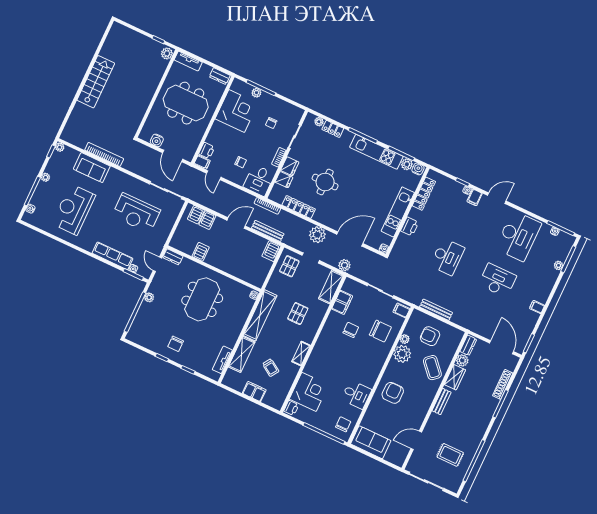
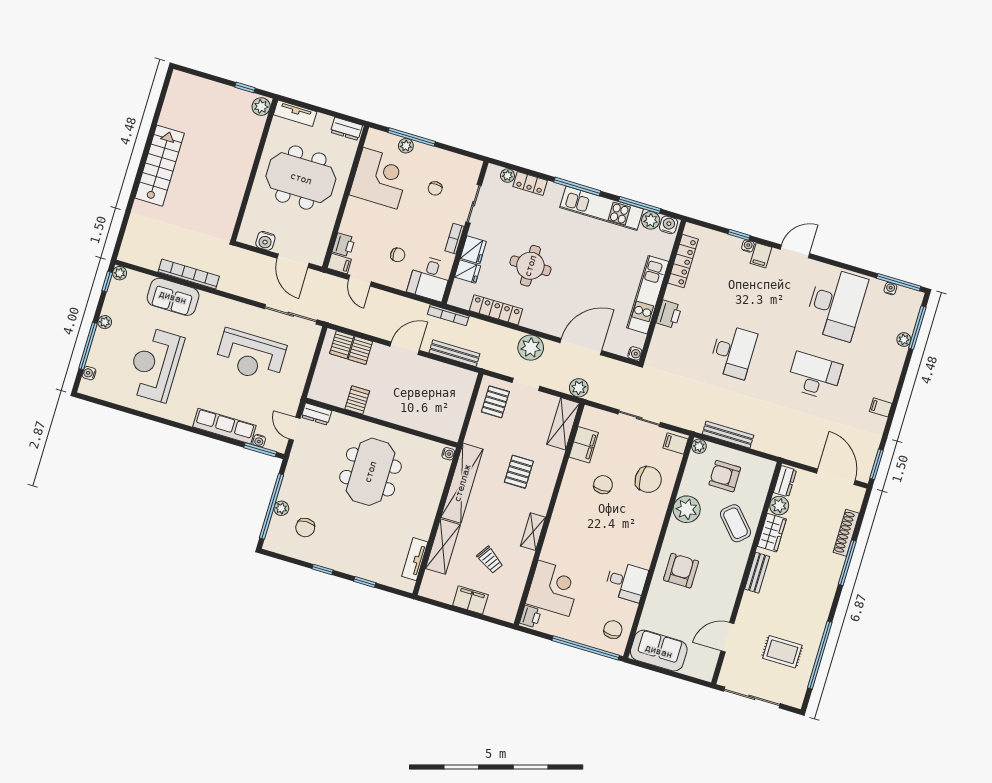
server rack: (271, 251) -> (465, 383), removed
plant: (149, 297) -> (281, 508), moved
plant: (405, 339) -> (699, 446), moved
chair: (176, 344) -> (305, 528), moved

